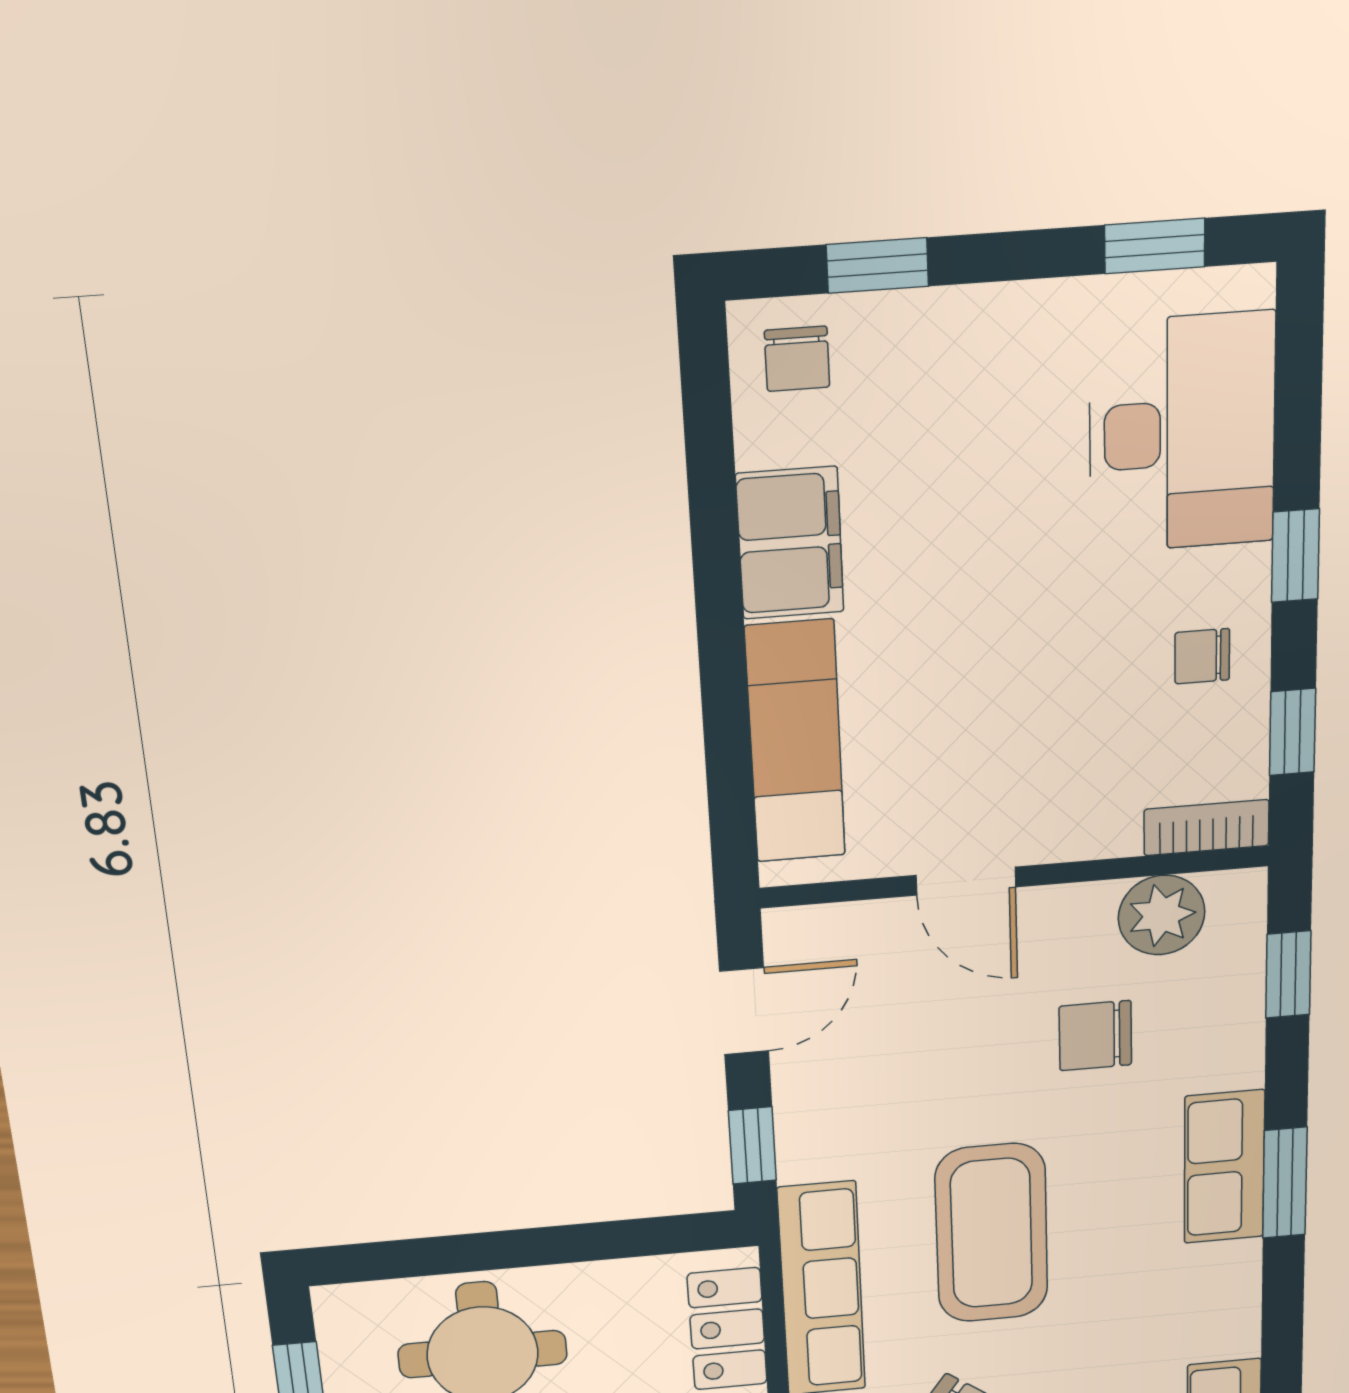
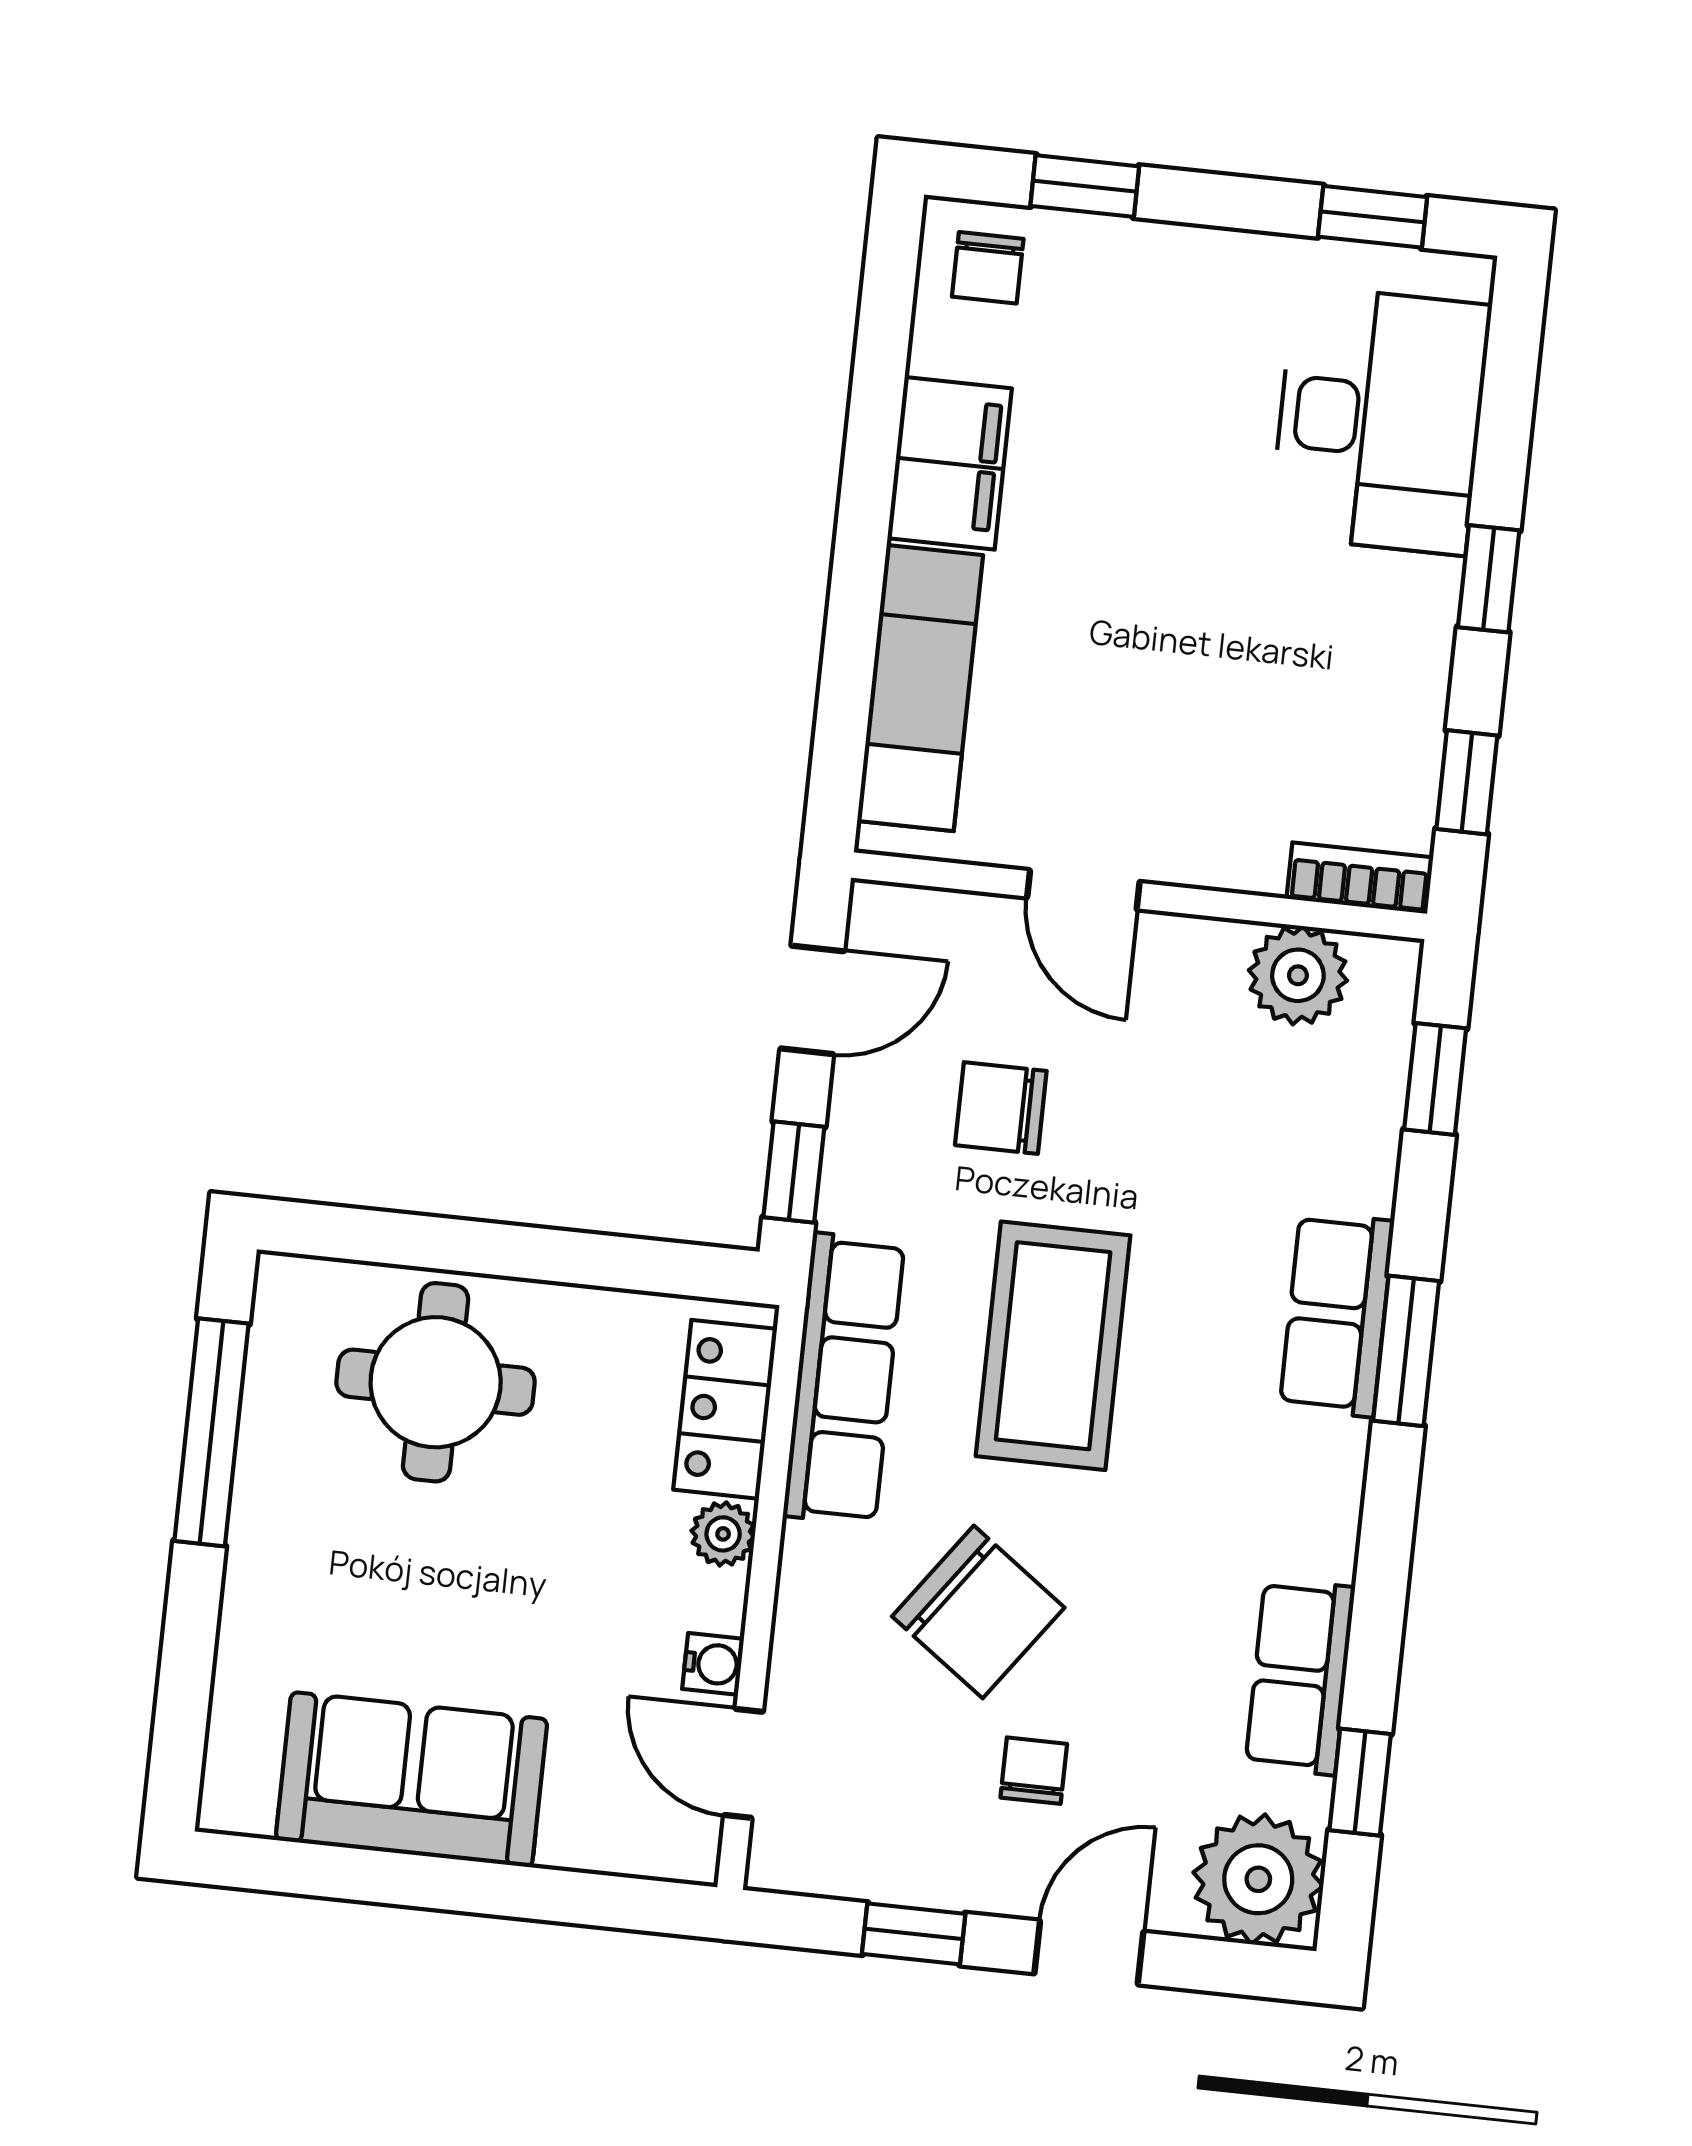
chair: (1202, 656) -> (1376, 674), removed
chair: (1095, 1036) -> (1001, 1108), moved

